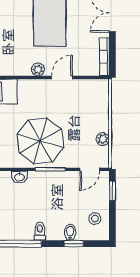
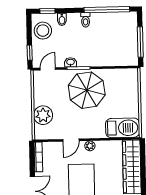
plant: (103, 139) -> (43, 115), moved, width x1.87, depth x1.87
washbasin: (19, 177) -> (71, 62), moved
stool: (95, 219) -> (43, 31), width x1.89, depth x1.89
window: (74, 244) -> (47, 11), moved

